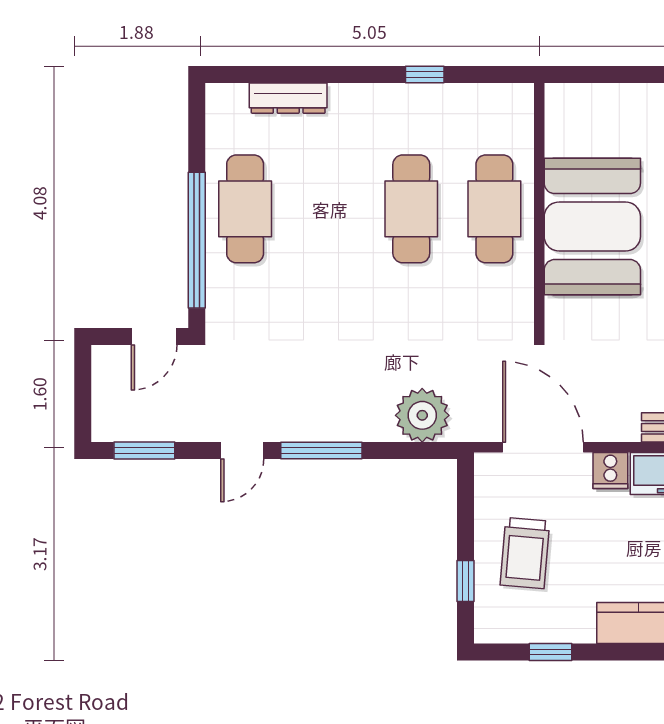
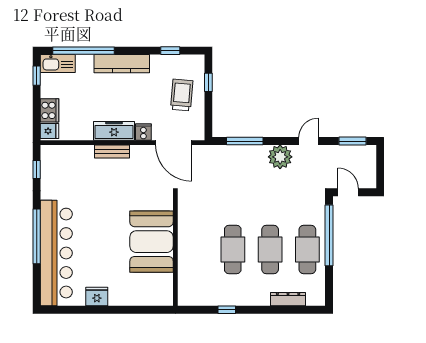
cafe table: (494, 209) -> (270, 249), moved
door: (154, 336) -> (348, 192), hinge flipped
plant: (422, 415) -> (280, 157), moved
window: (321, 451) -> (245, 141), moved

